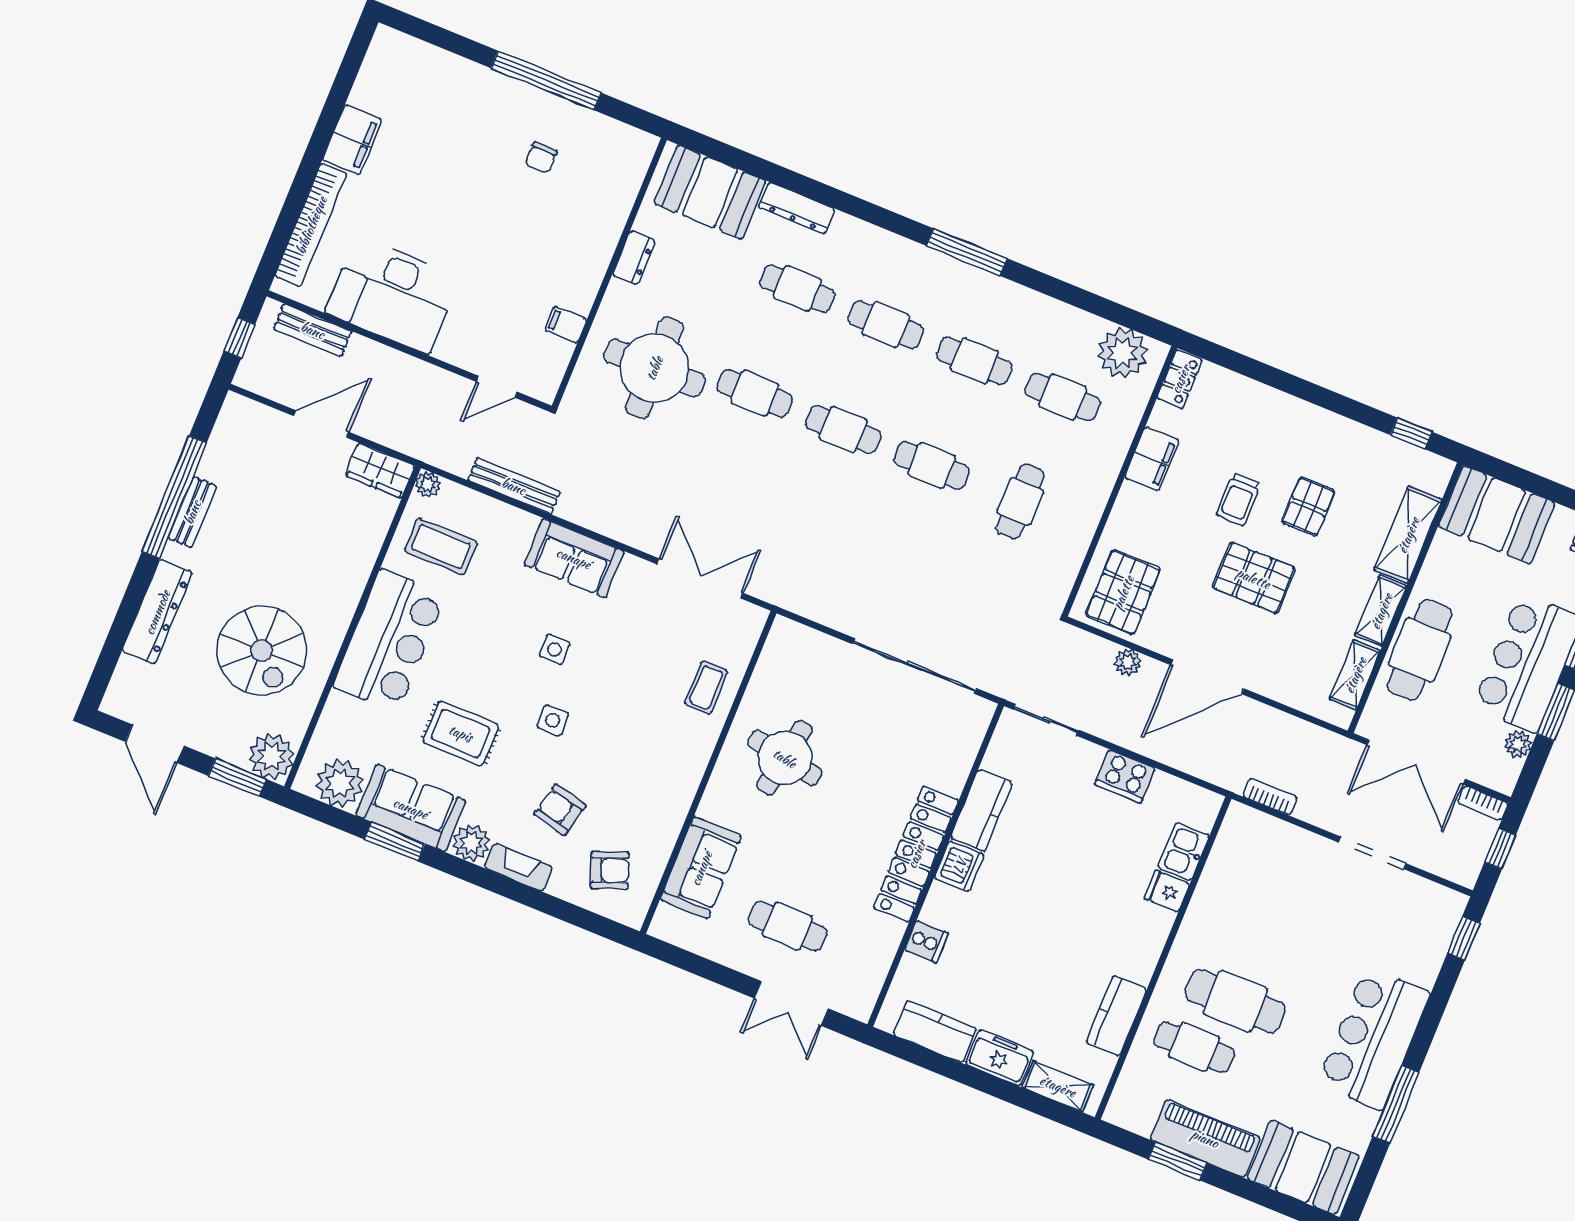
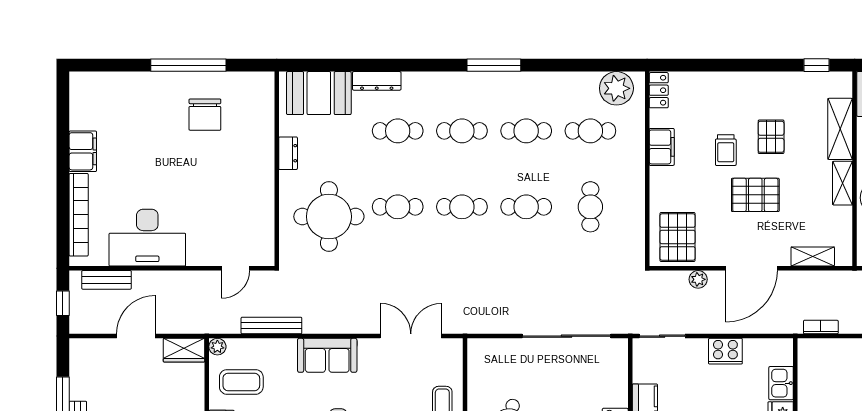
chair: (541, 158) -> (205, 115), width x1.87, depth x1.87
filing cabinet: (566, 325) -> (263, 212), removed
shelving: (1355, 675) -> (813, 257), moved, turned 90

